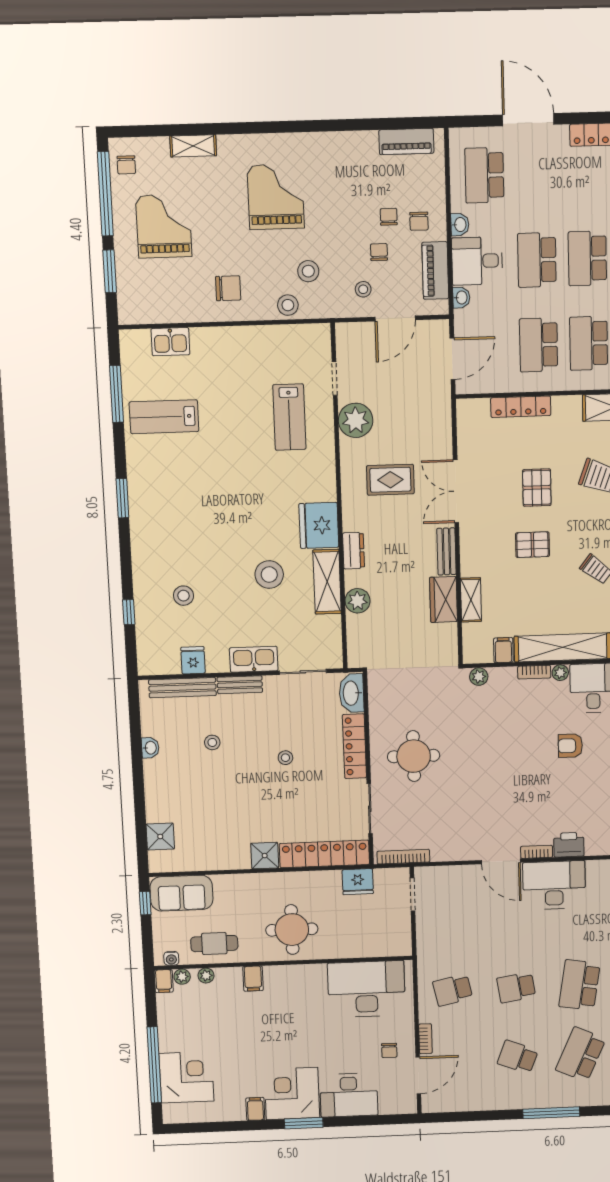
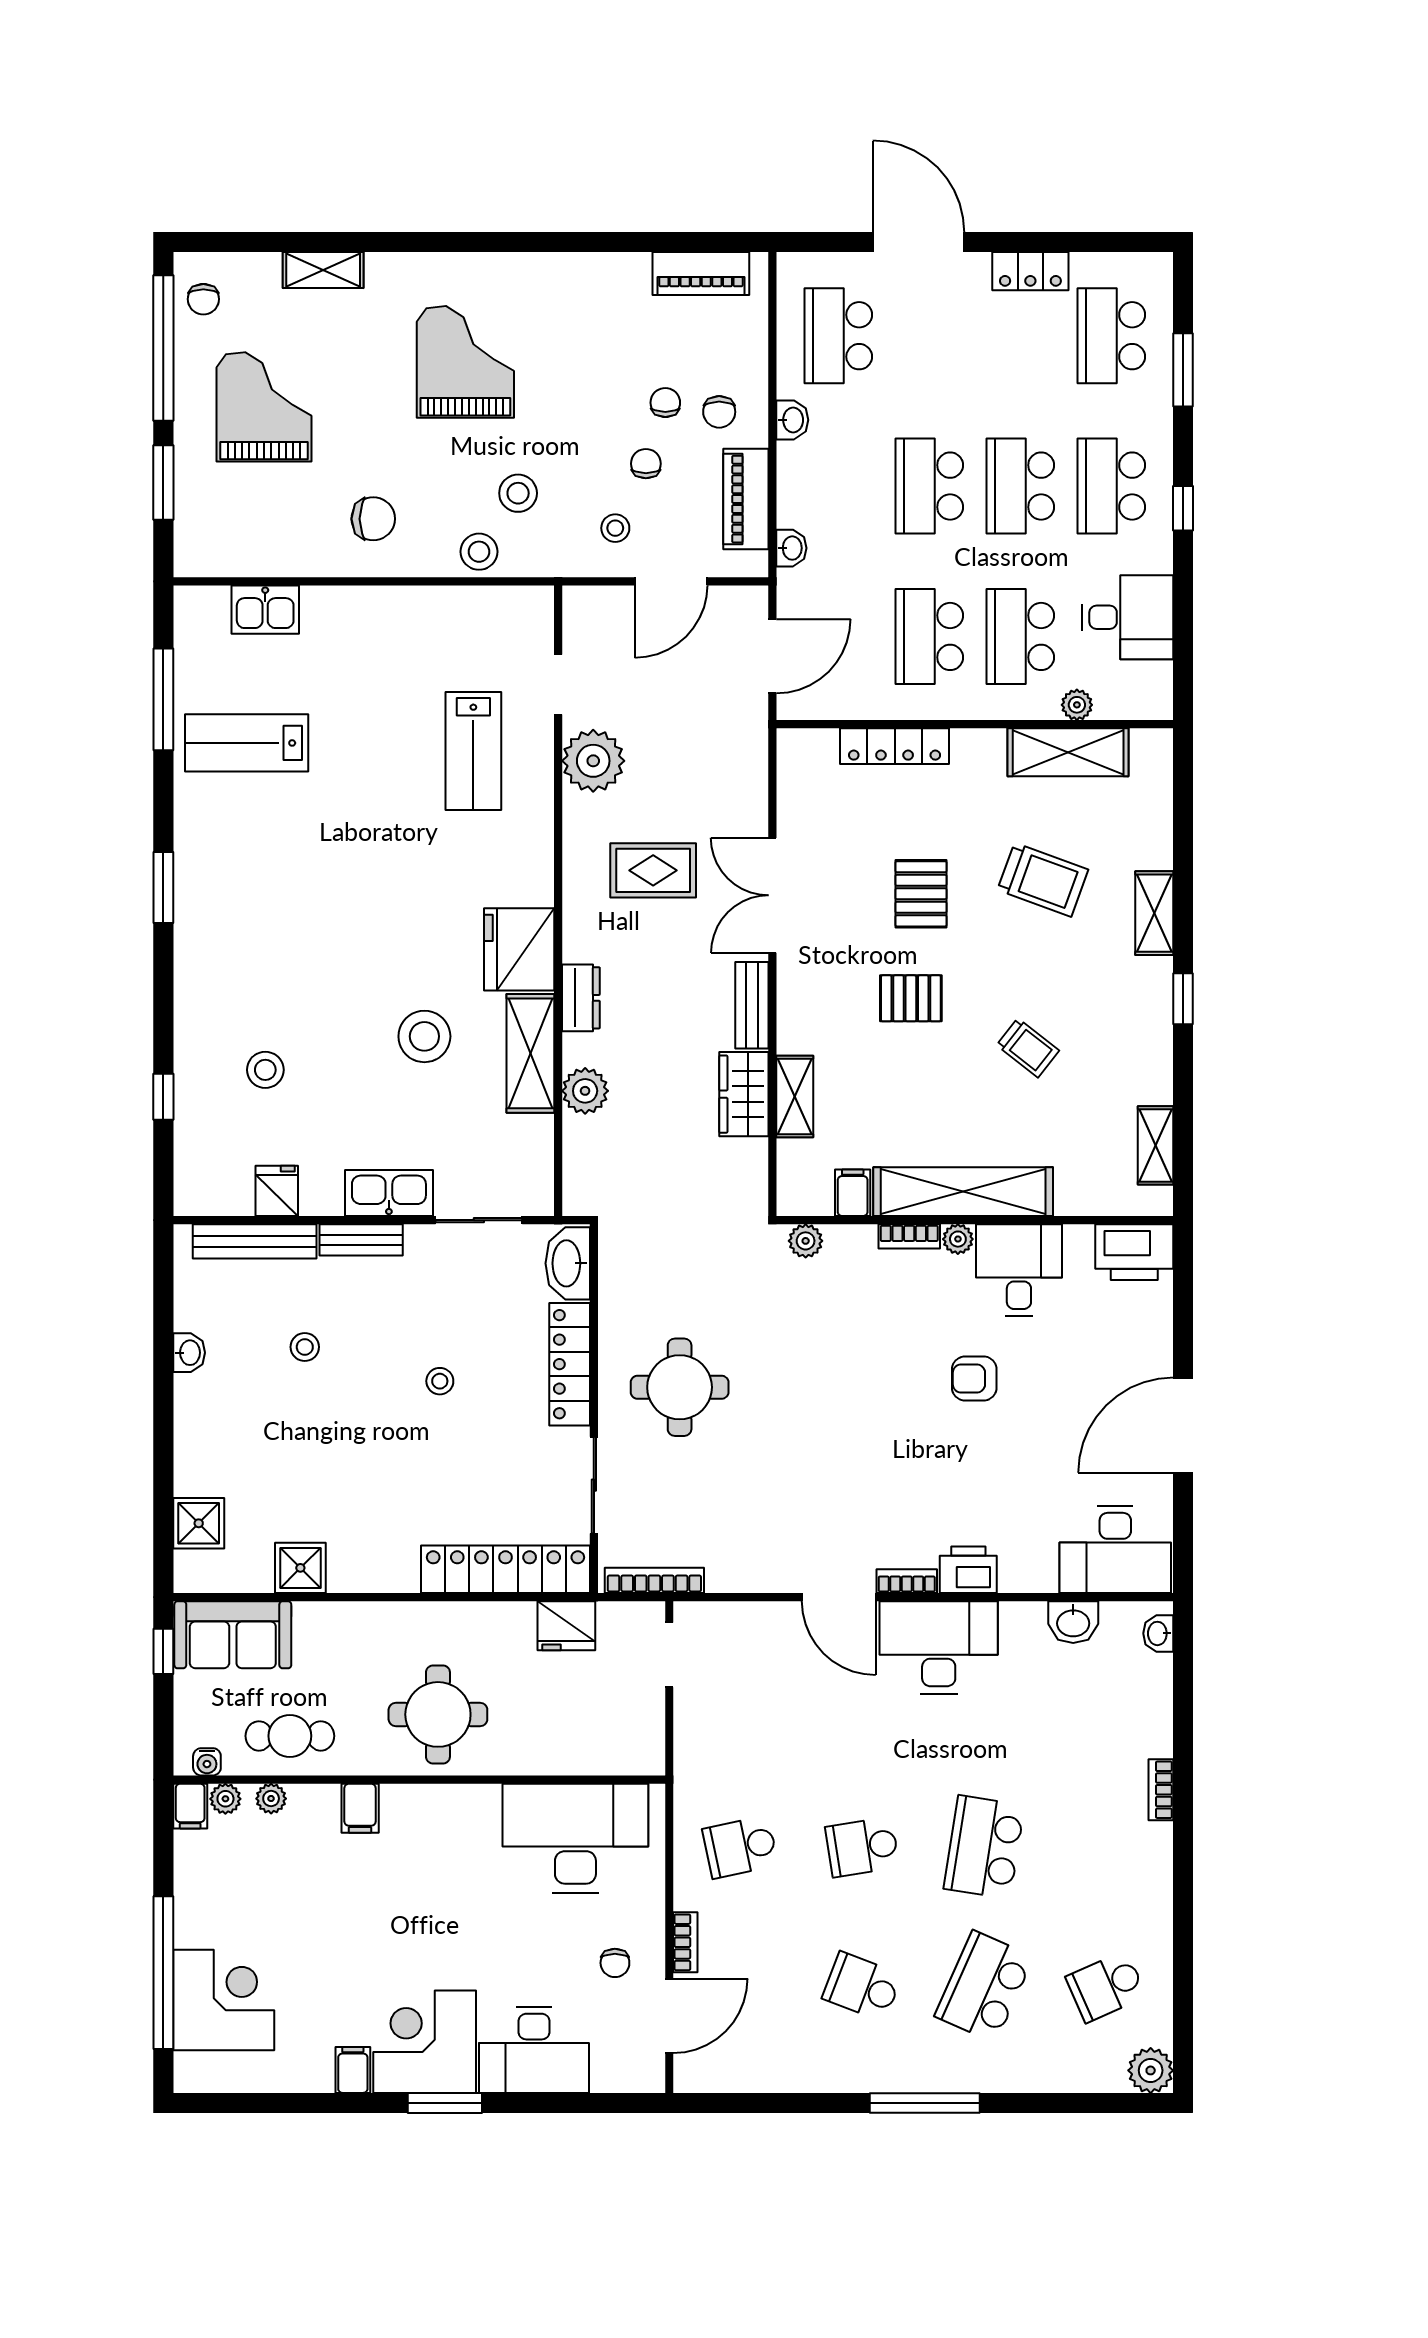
desk: (477, 261) -> (821, 485), removed
shower: (265, 856) -> (300, 1568), moved

